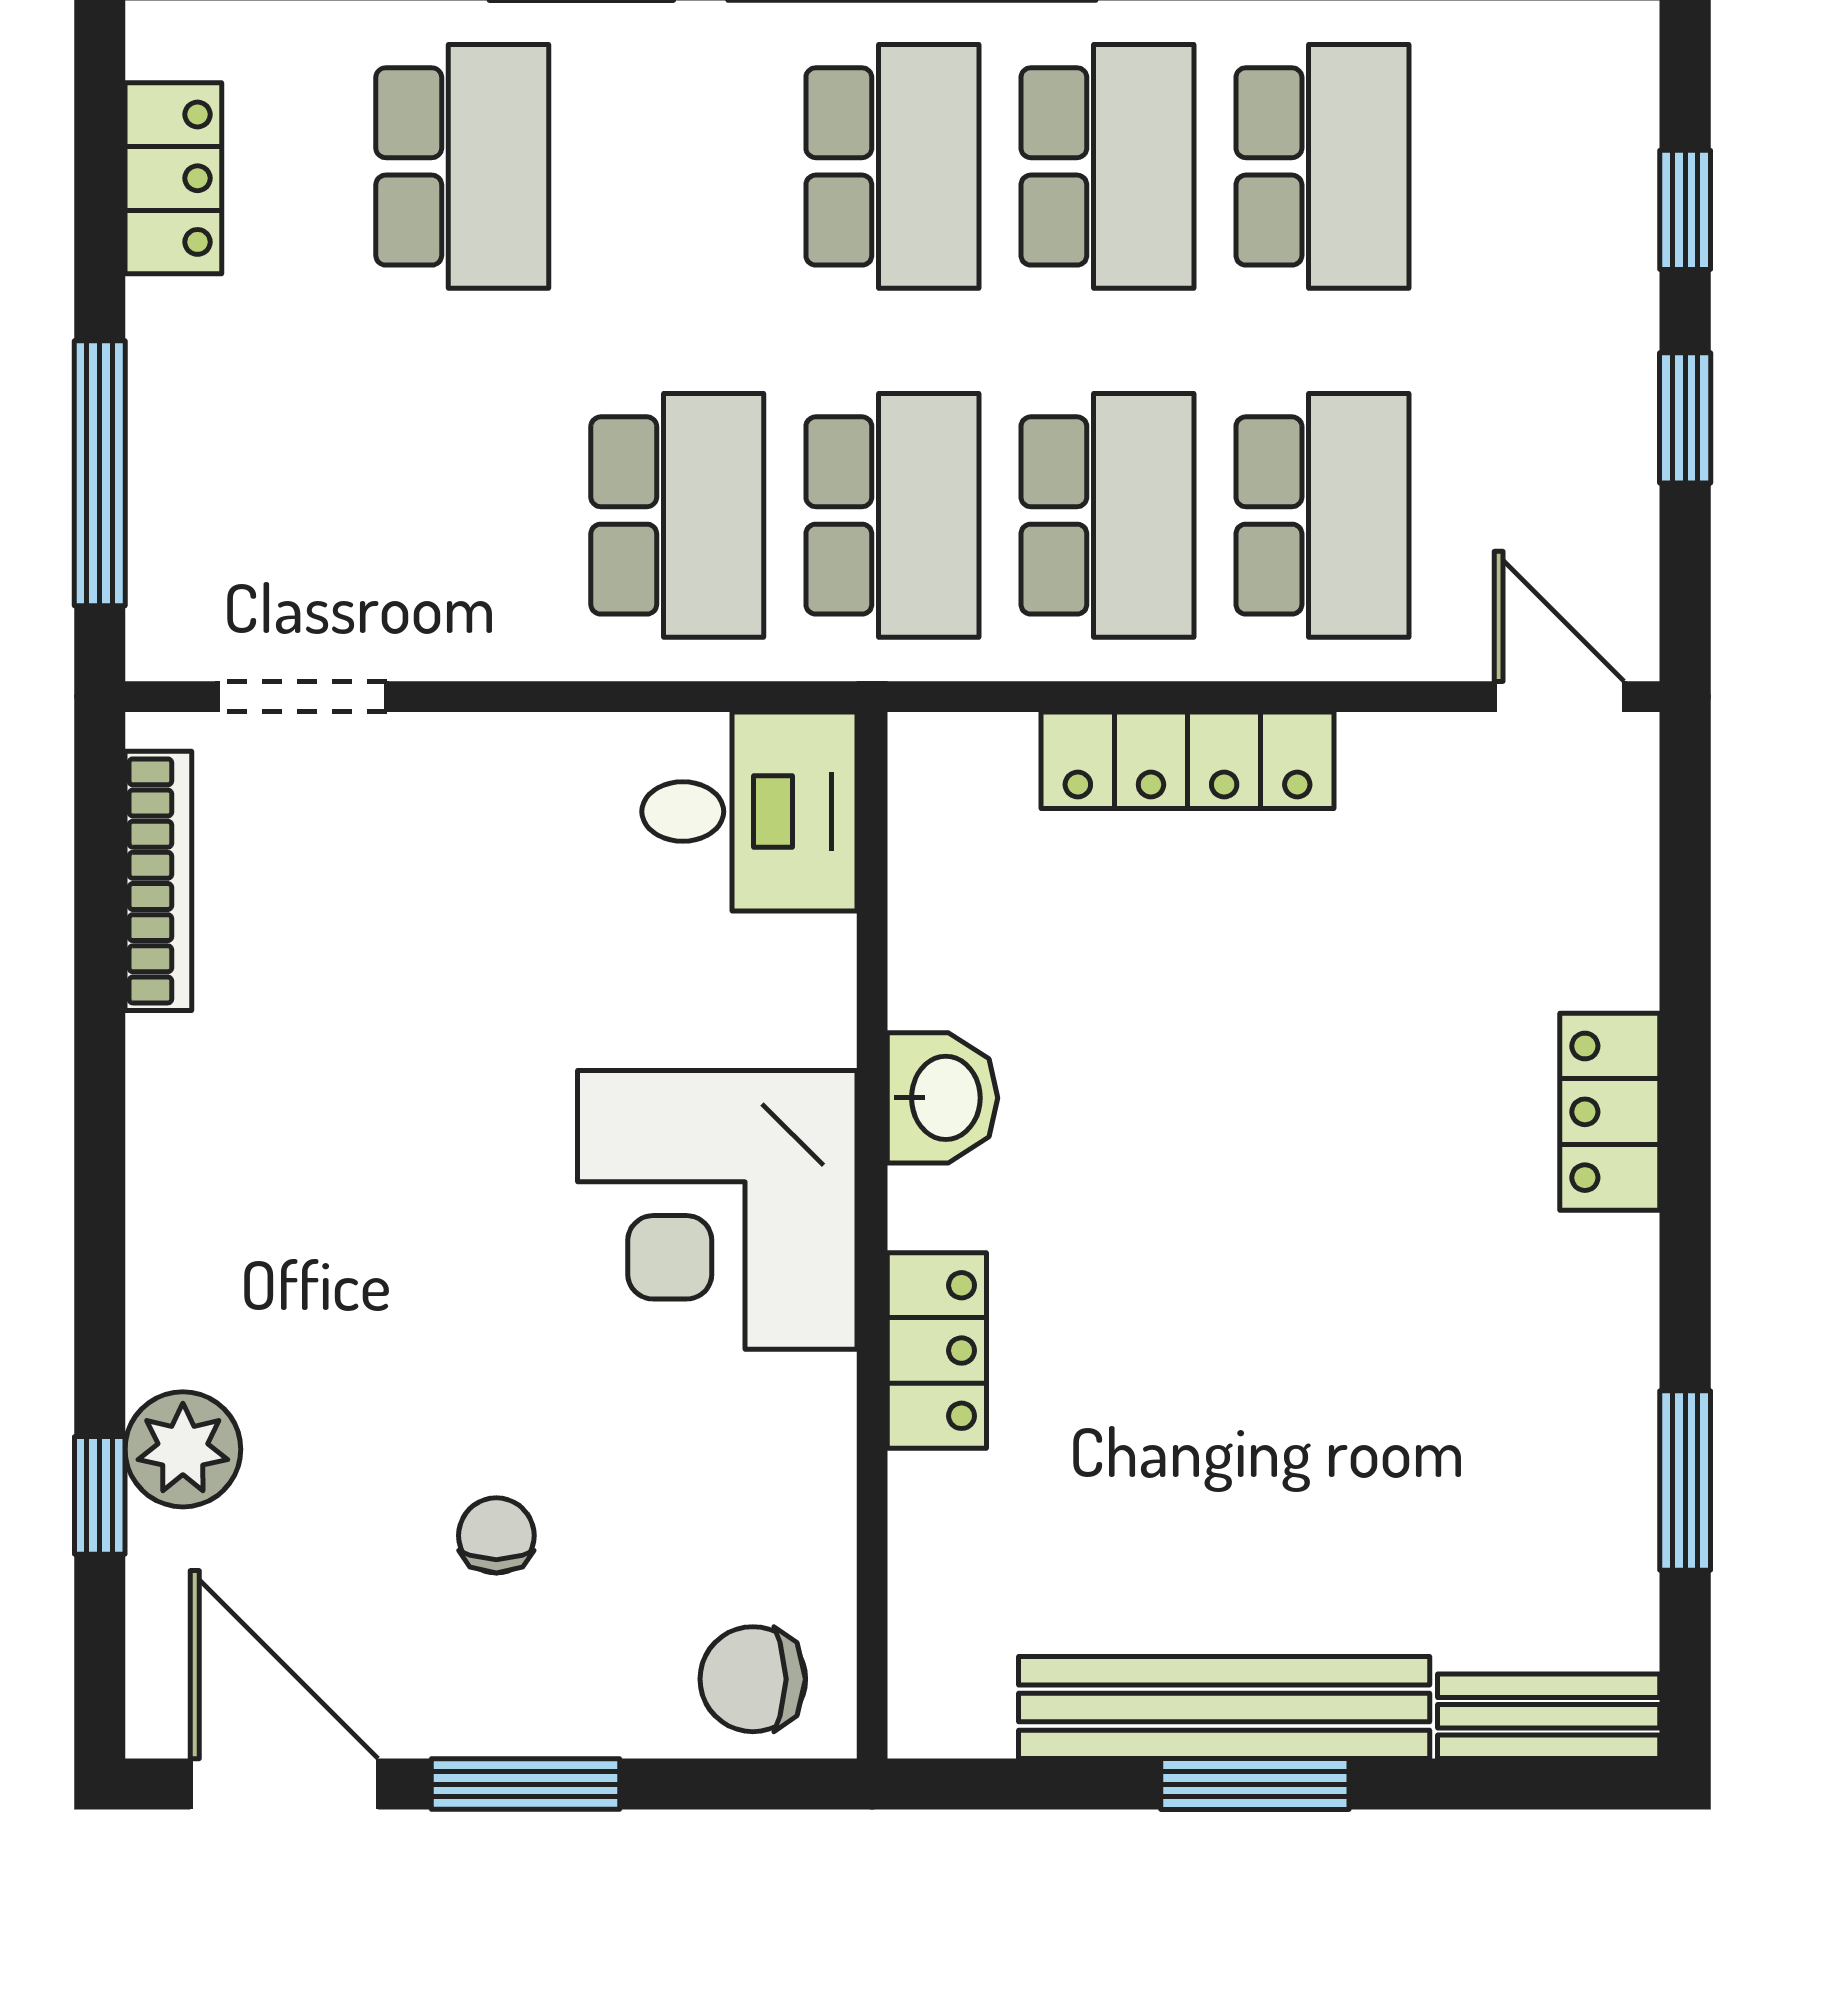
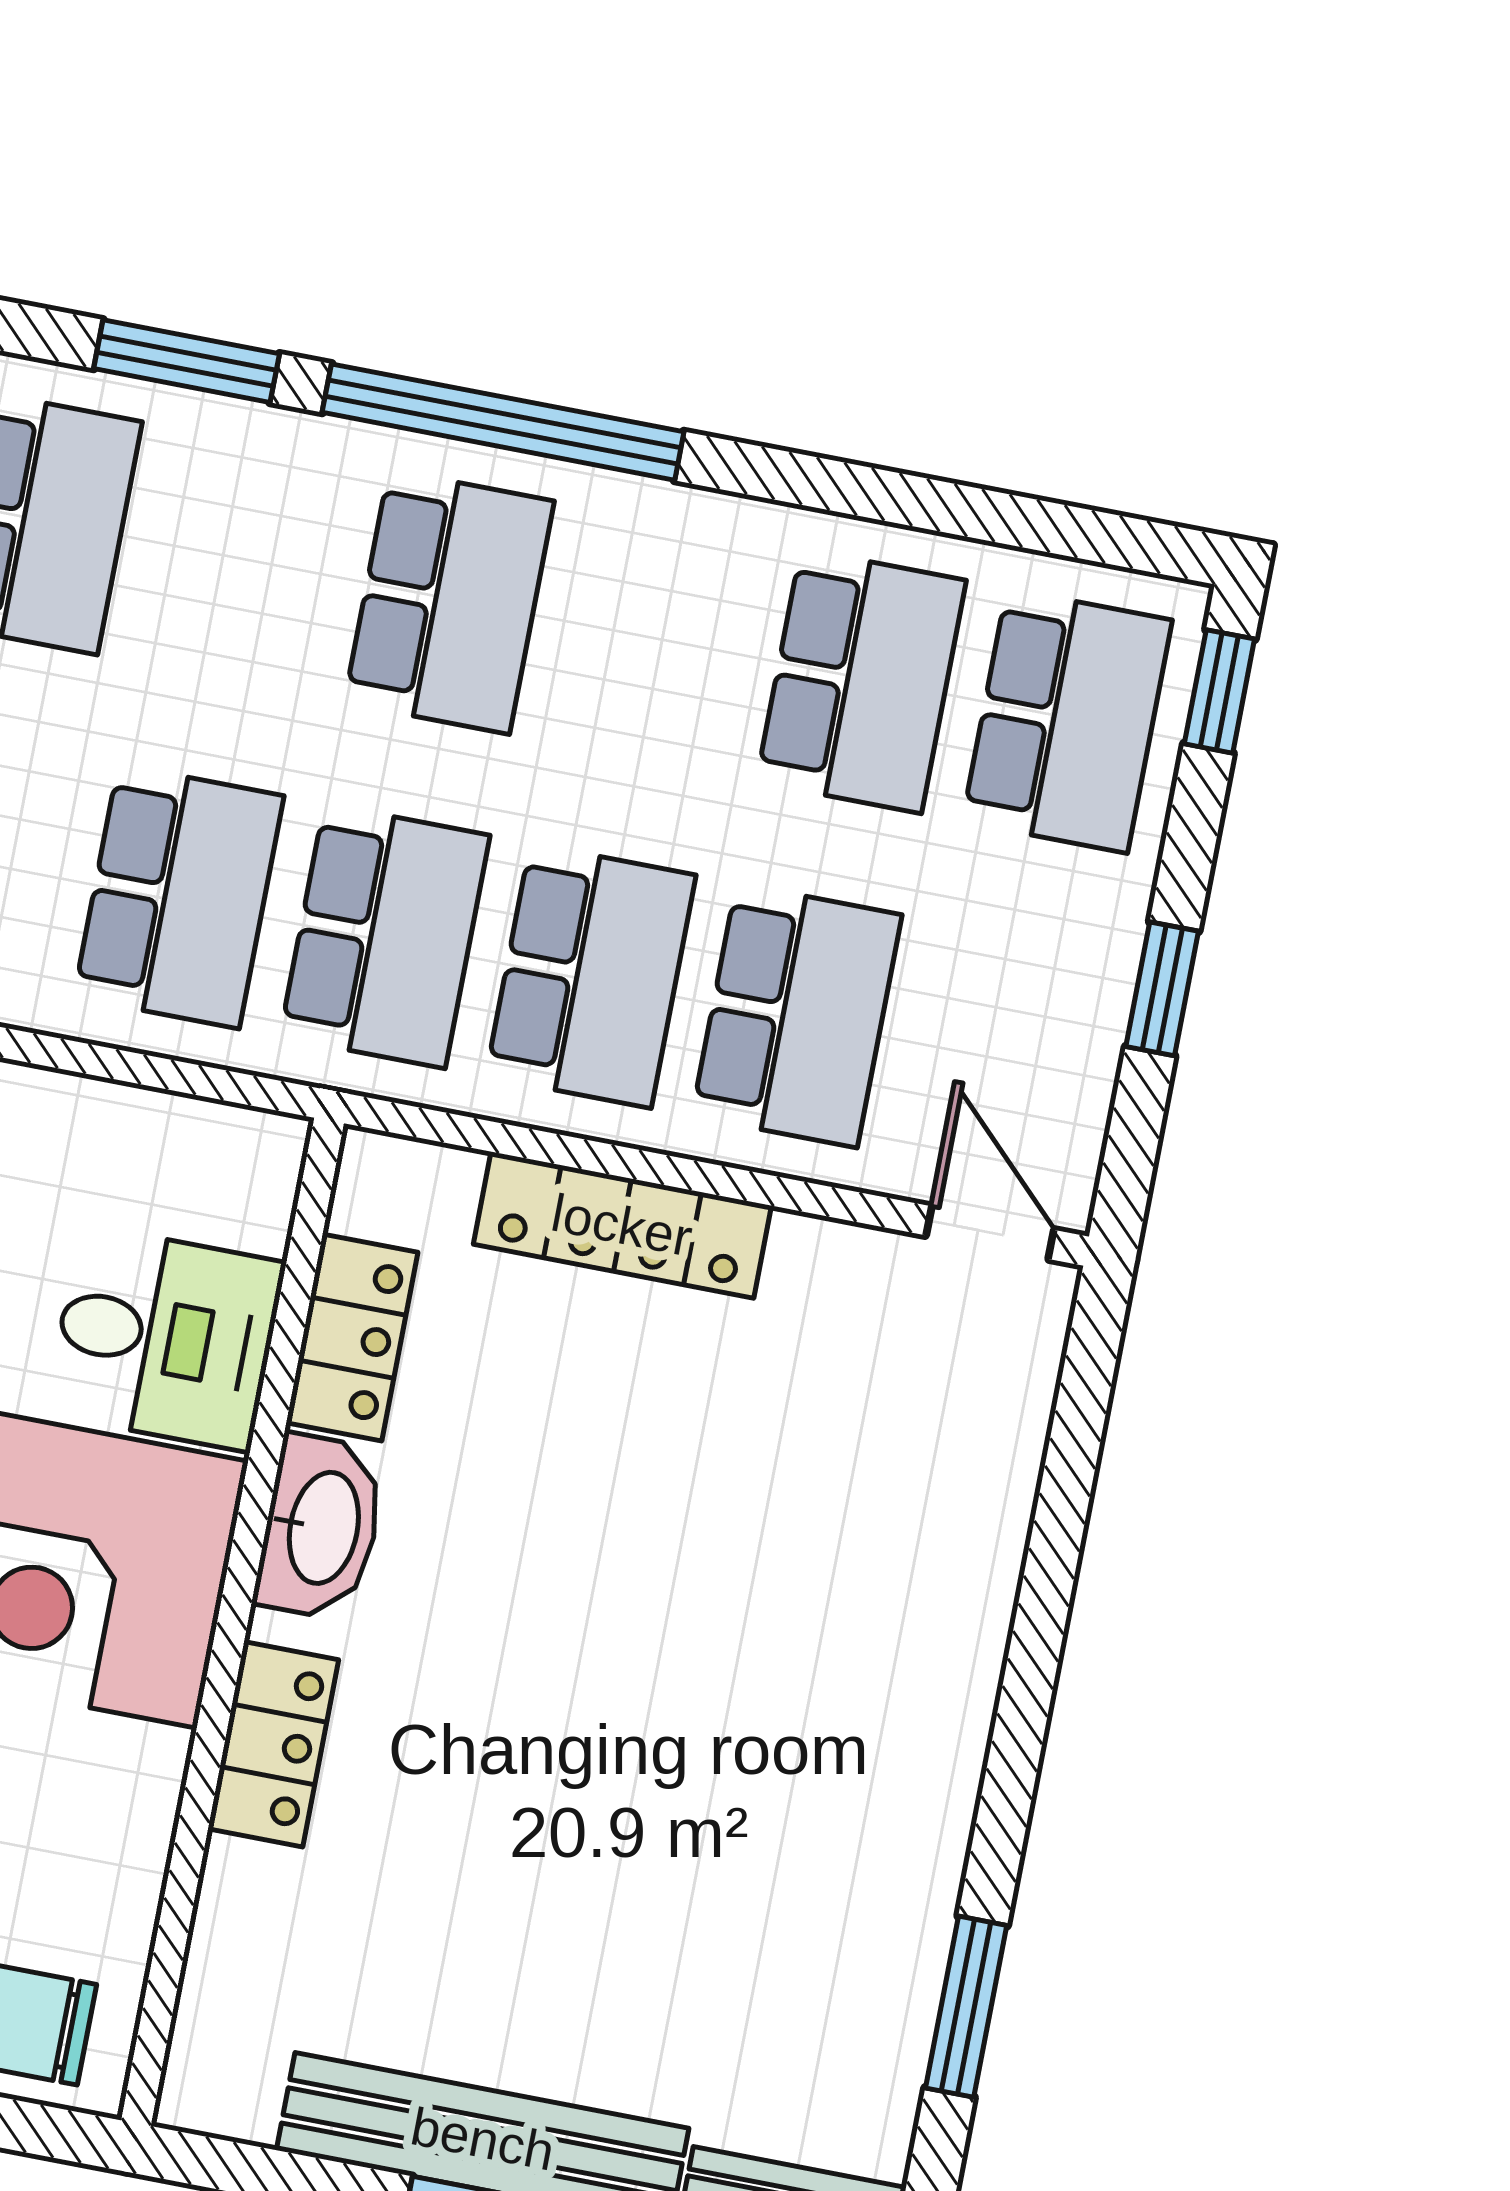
school desk: (1107, 166) -> (1067, 721), moved
window: (1685, 210) -> (1219, 691), moved
desk: (749, 812) -> (165, 1338), moved
washbasin: (942, 1098) -> (321, 1527), width x1.38
locker: (1610, 1112) -> (352, 1337), moved, turned 180

